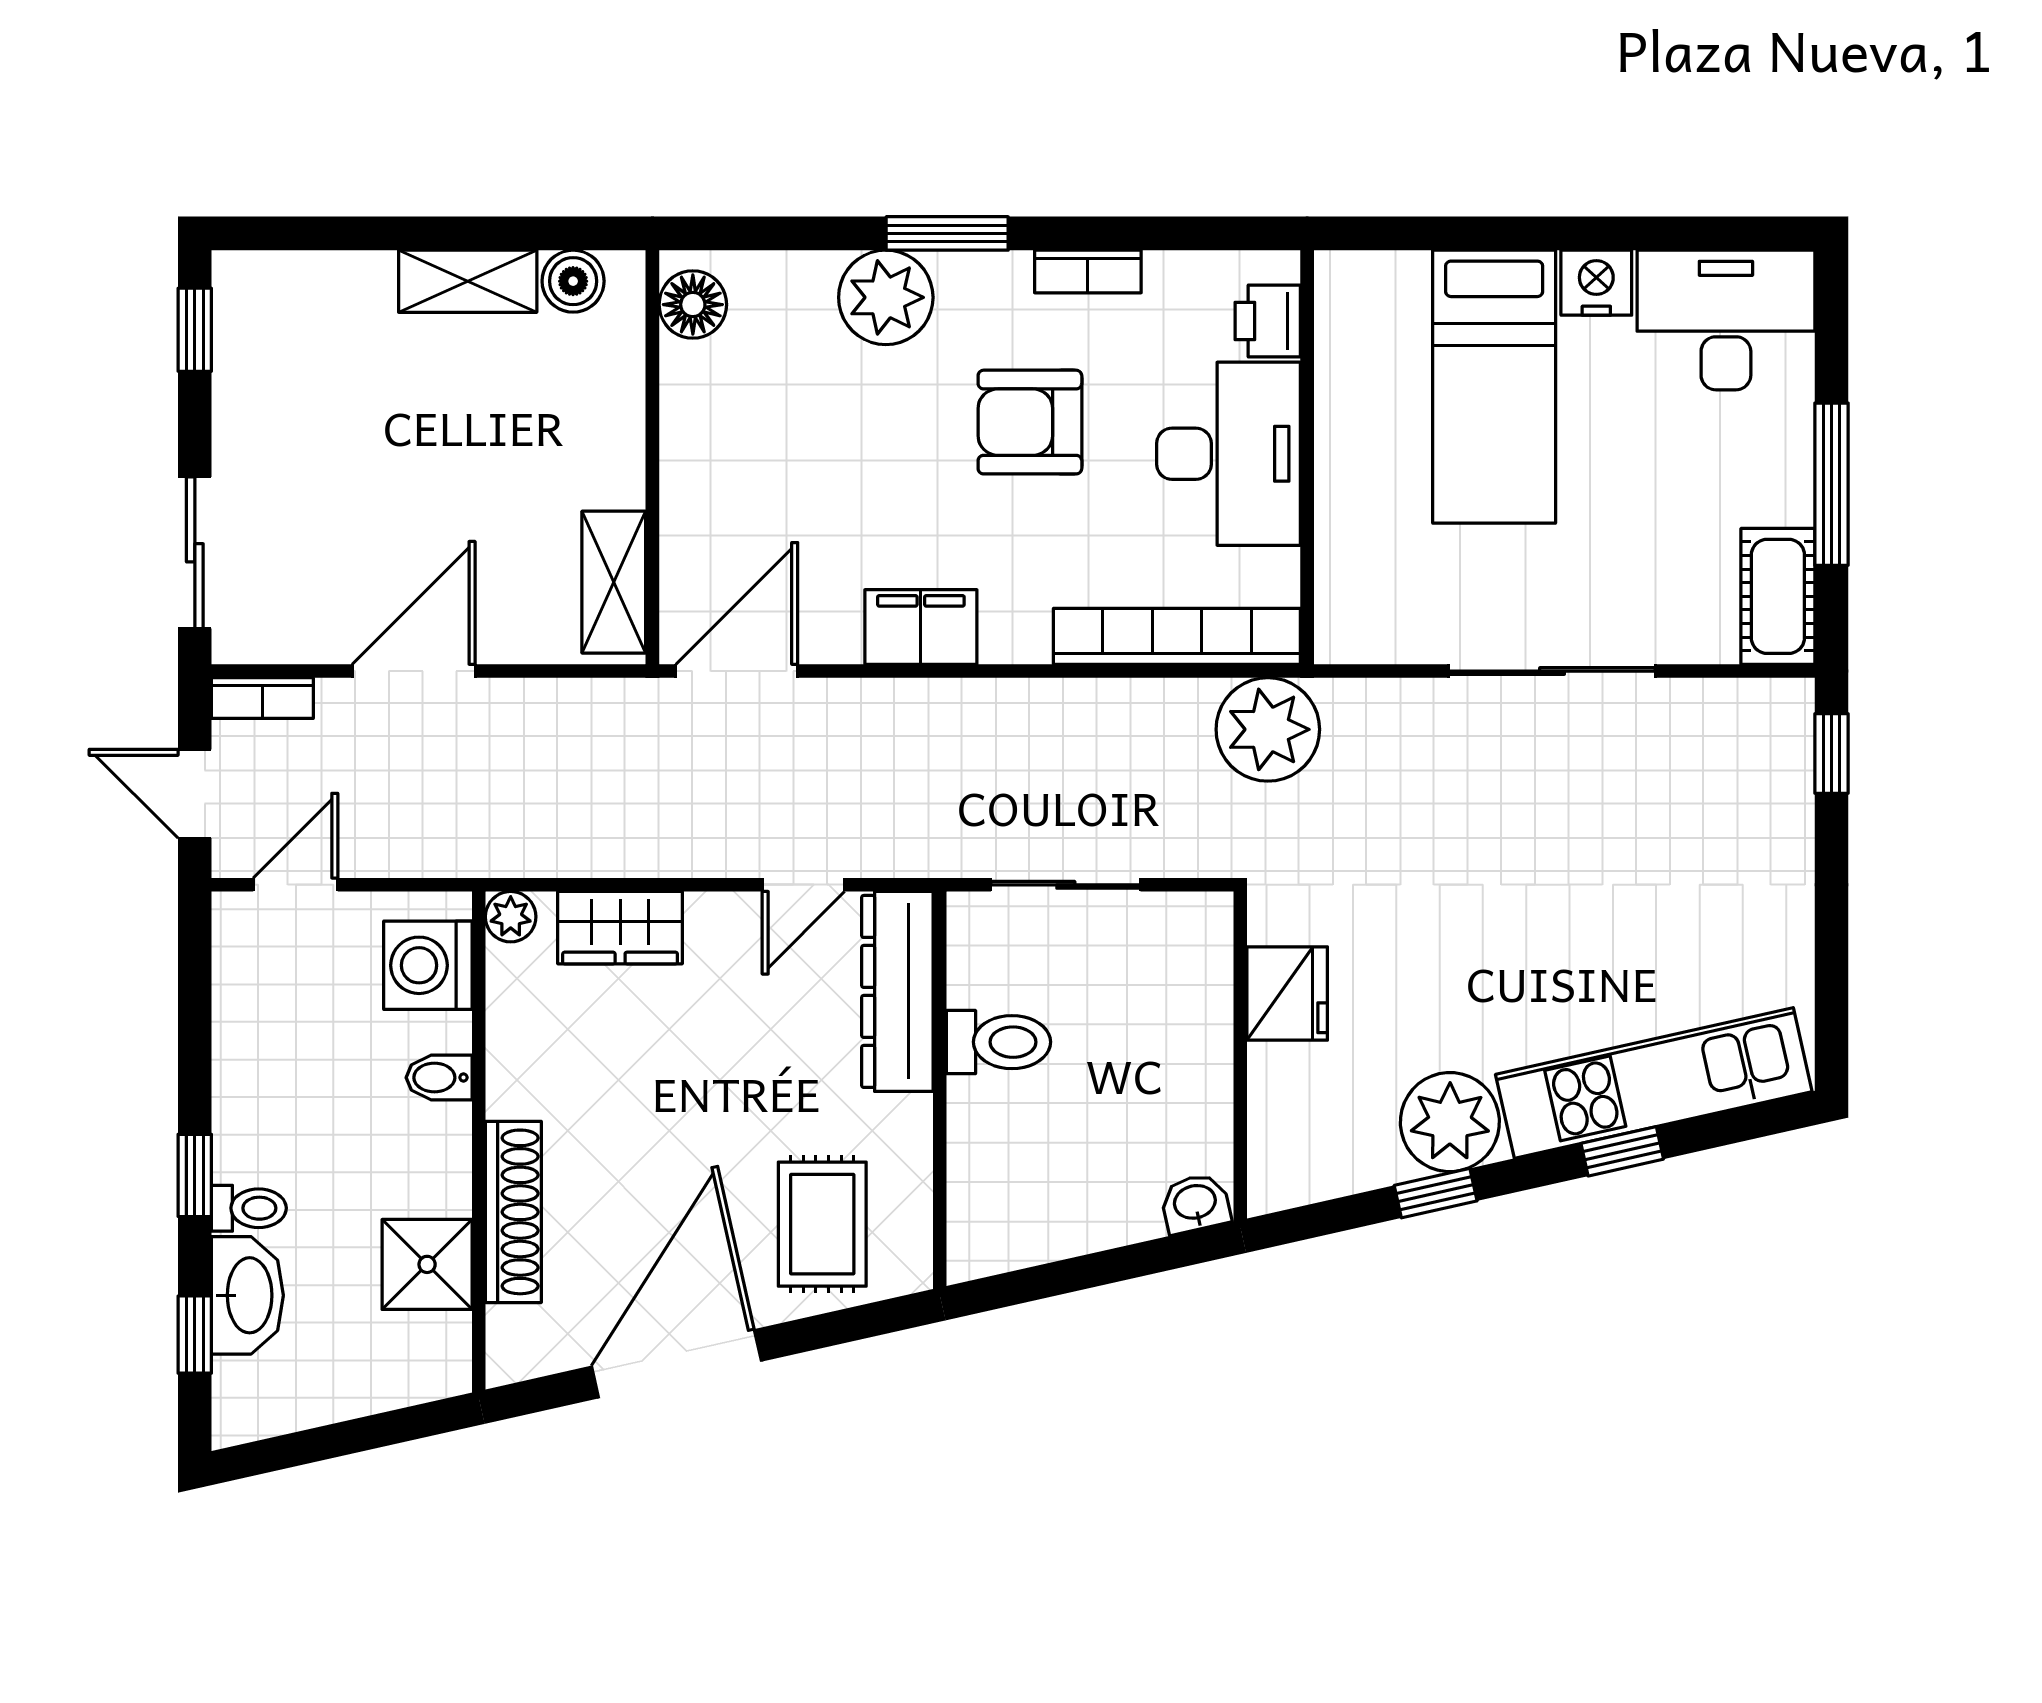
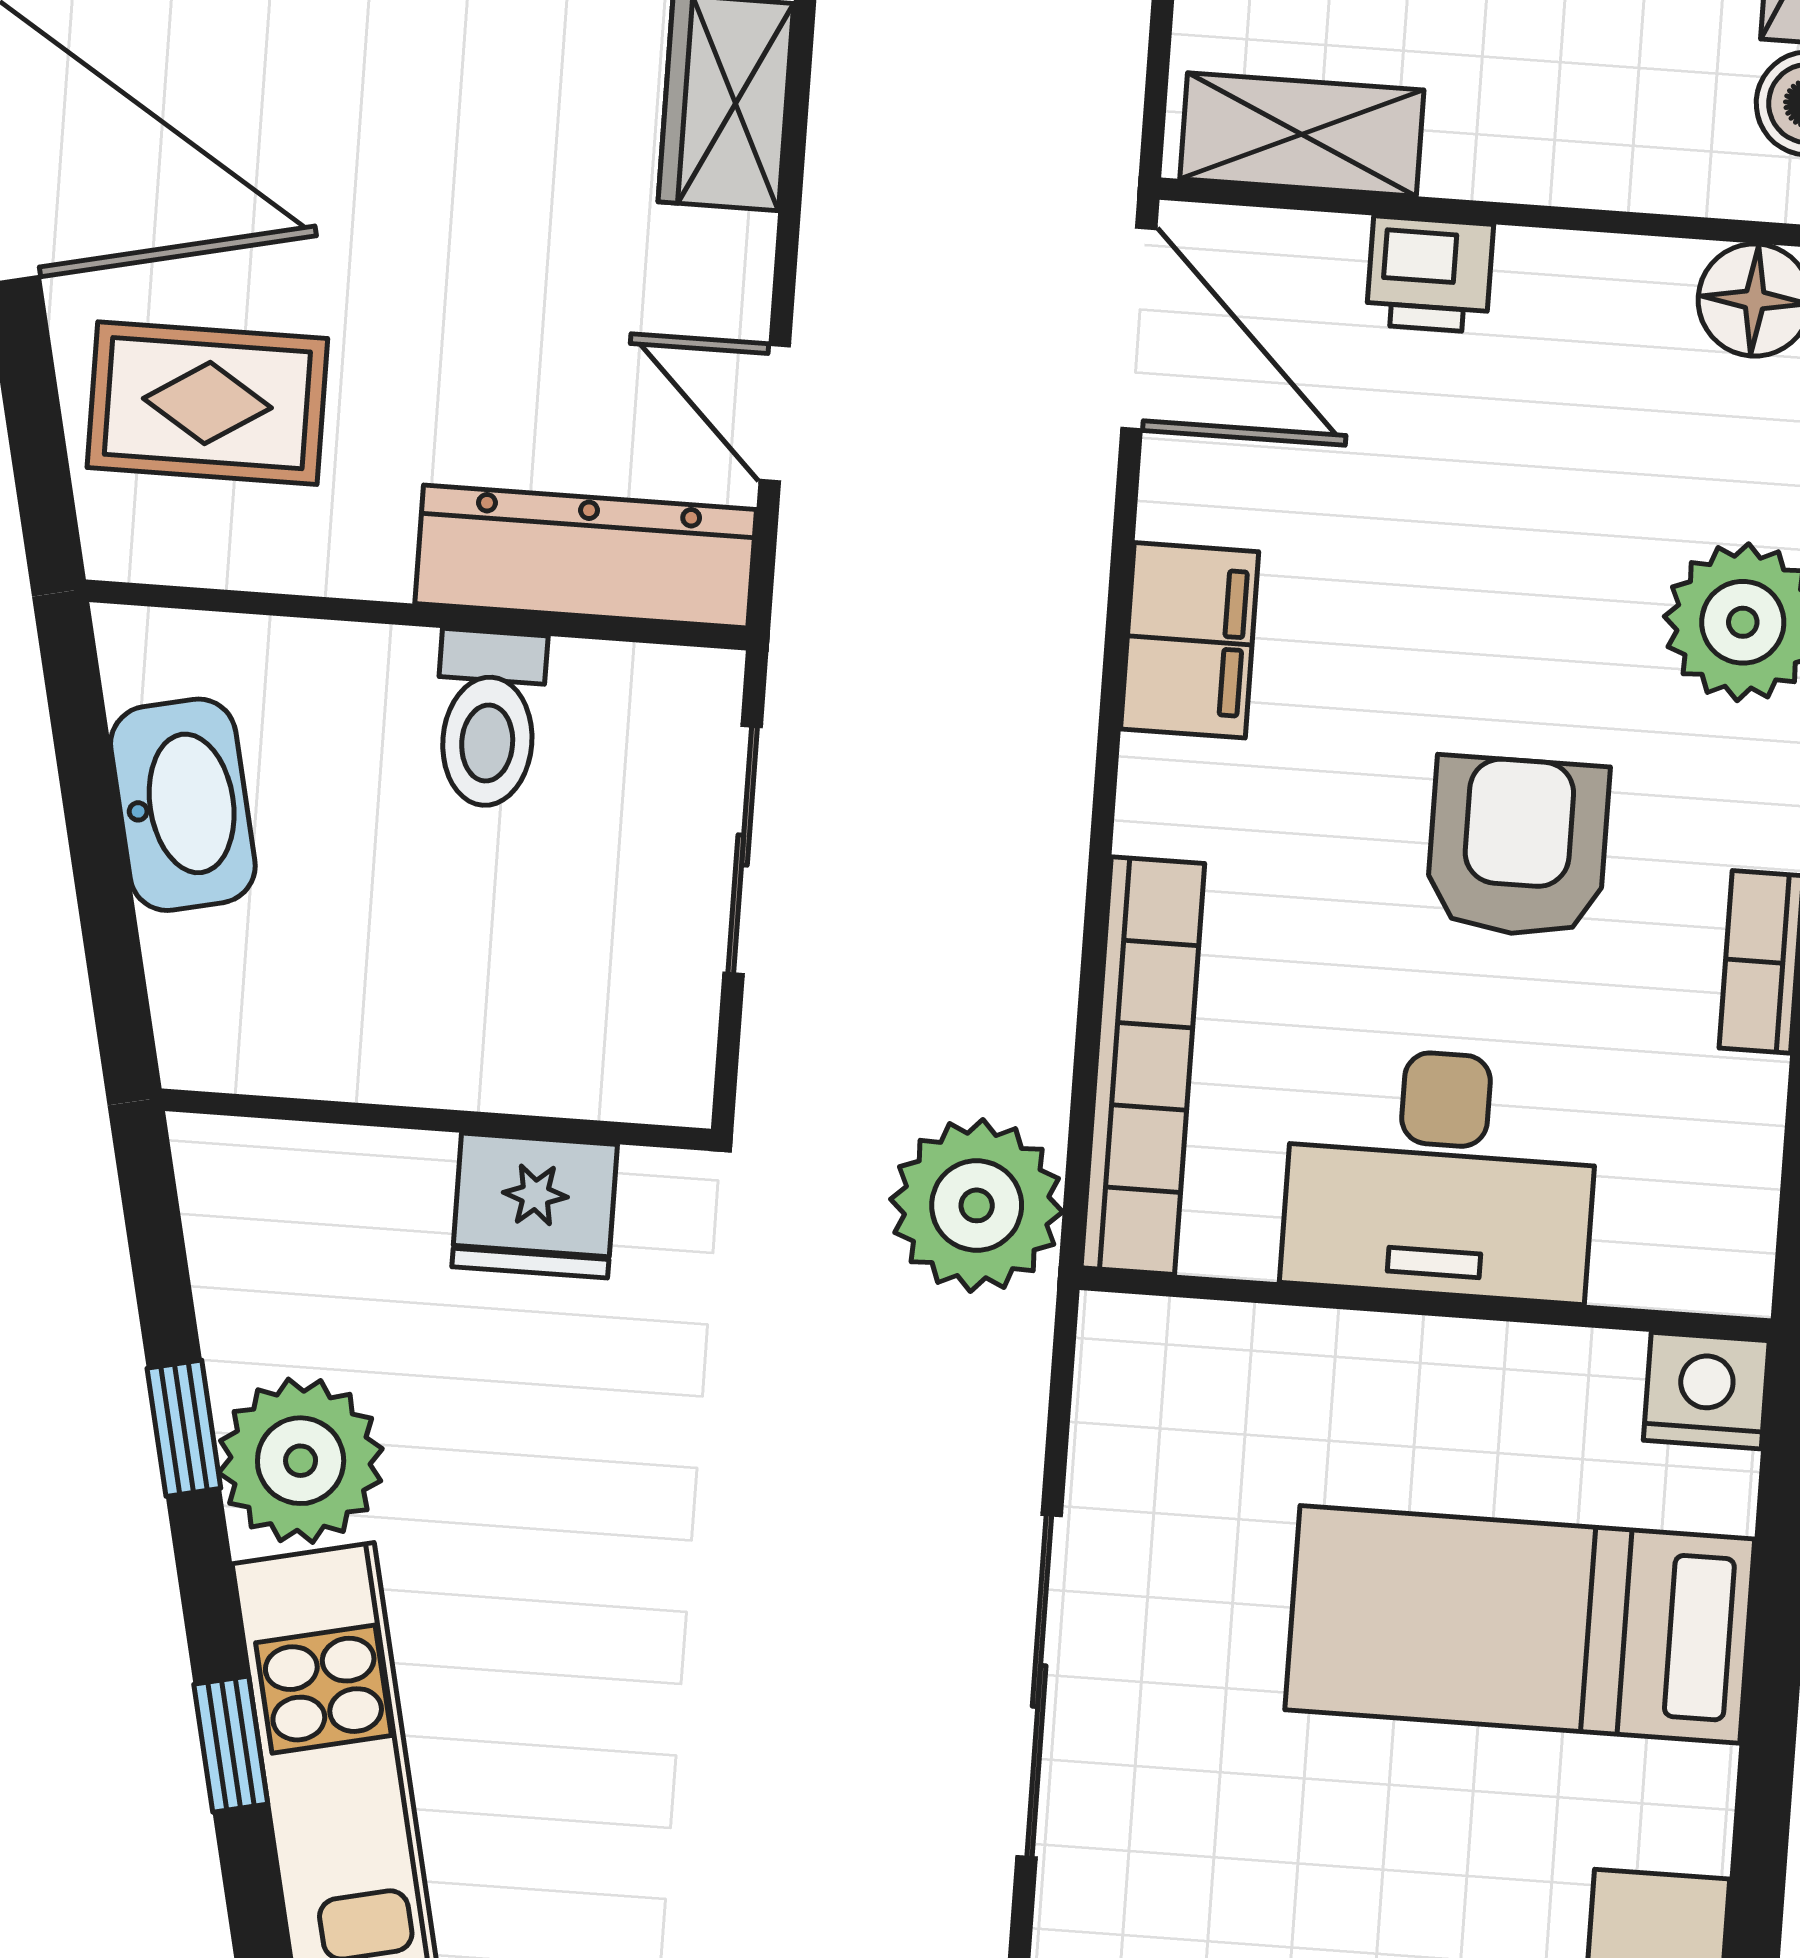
nightstand: (1596, 283) -> (1706, 1391), moved, turned -90
printer: (1268, 321) -> (1430, 274), moved, turned 180
washbasin: (1195, 1203) -> (183, 805), moved, width x1.91, depth x1.45

